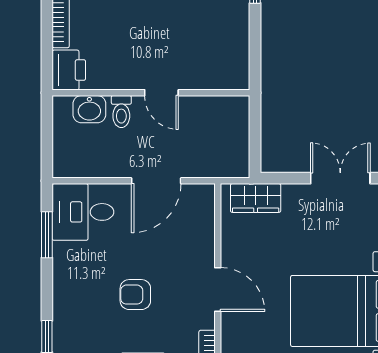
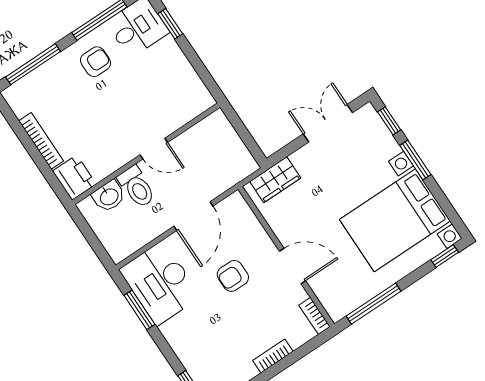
toilet: (121, 112) -> (137, 187), width x1.37, depth x1.39
desk: (83, 212) -> (160, 283), width x1.37
armchair: (135, 295) -> (233, 276), moved

